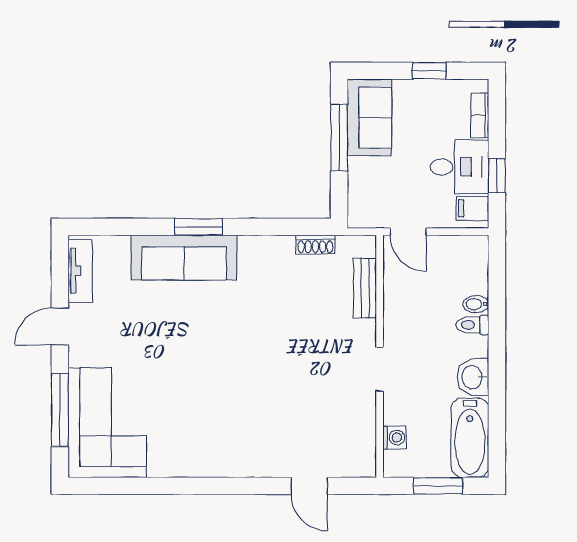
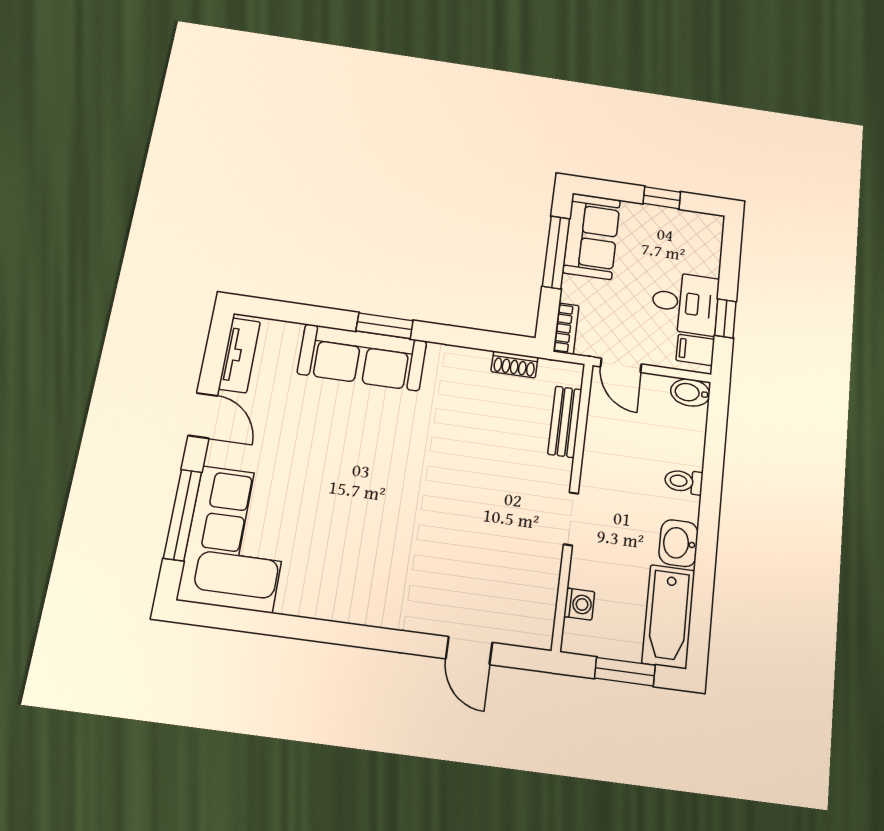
bookcase: (480, 115) -> (566, 329), moved, turned 180
bidet: (476, 304) -> (690, 393), moved, width x1.38, depth x1.36
door: (60, 326) -> (203, 416), swing flipped

